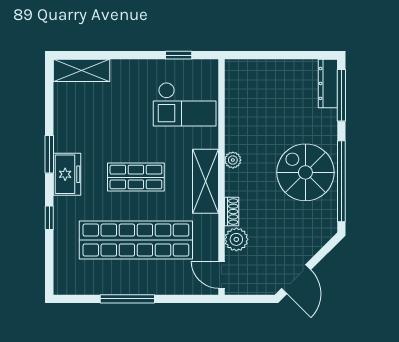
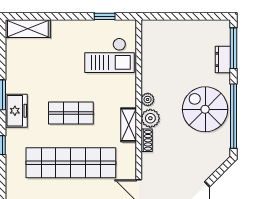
dresser: (328, 83) -> (223, 60), moved, width x0.70
shelving: (206, 181) -> (129, 125), width x0.67, depth x0.75
plant: (236, 239) -> (150, 118), moved

